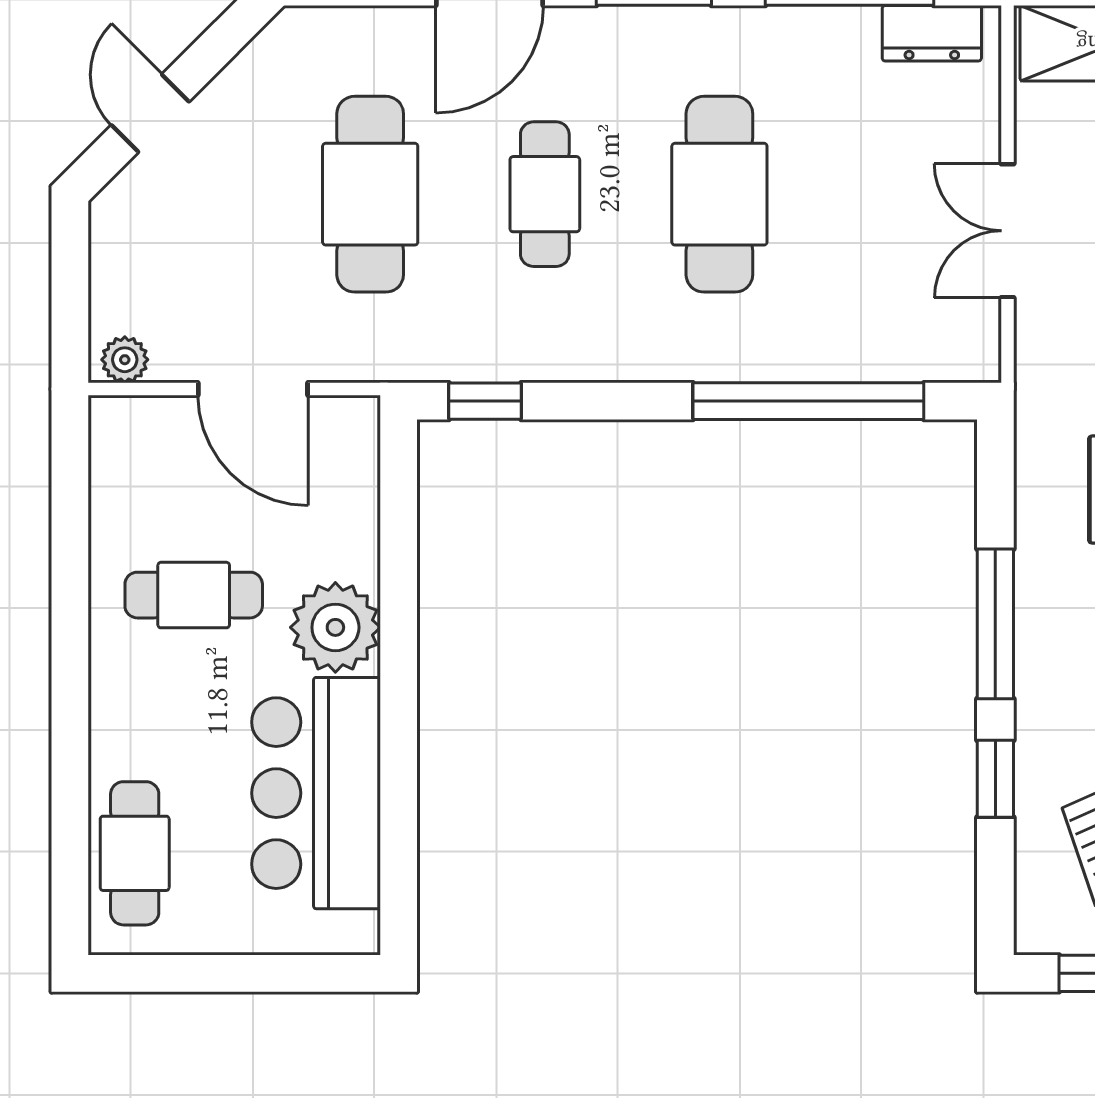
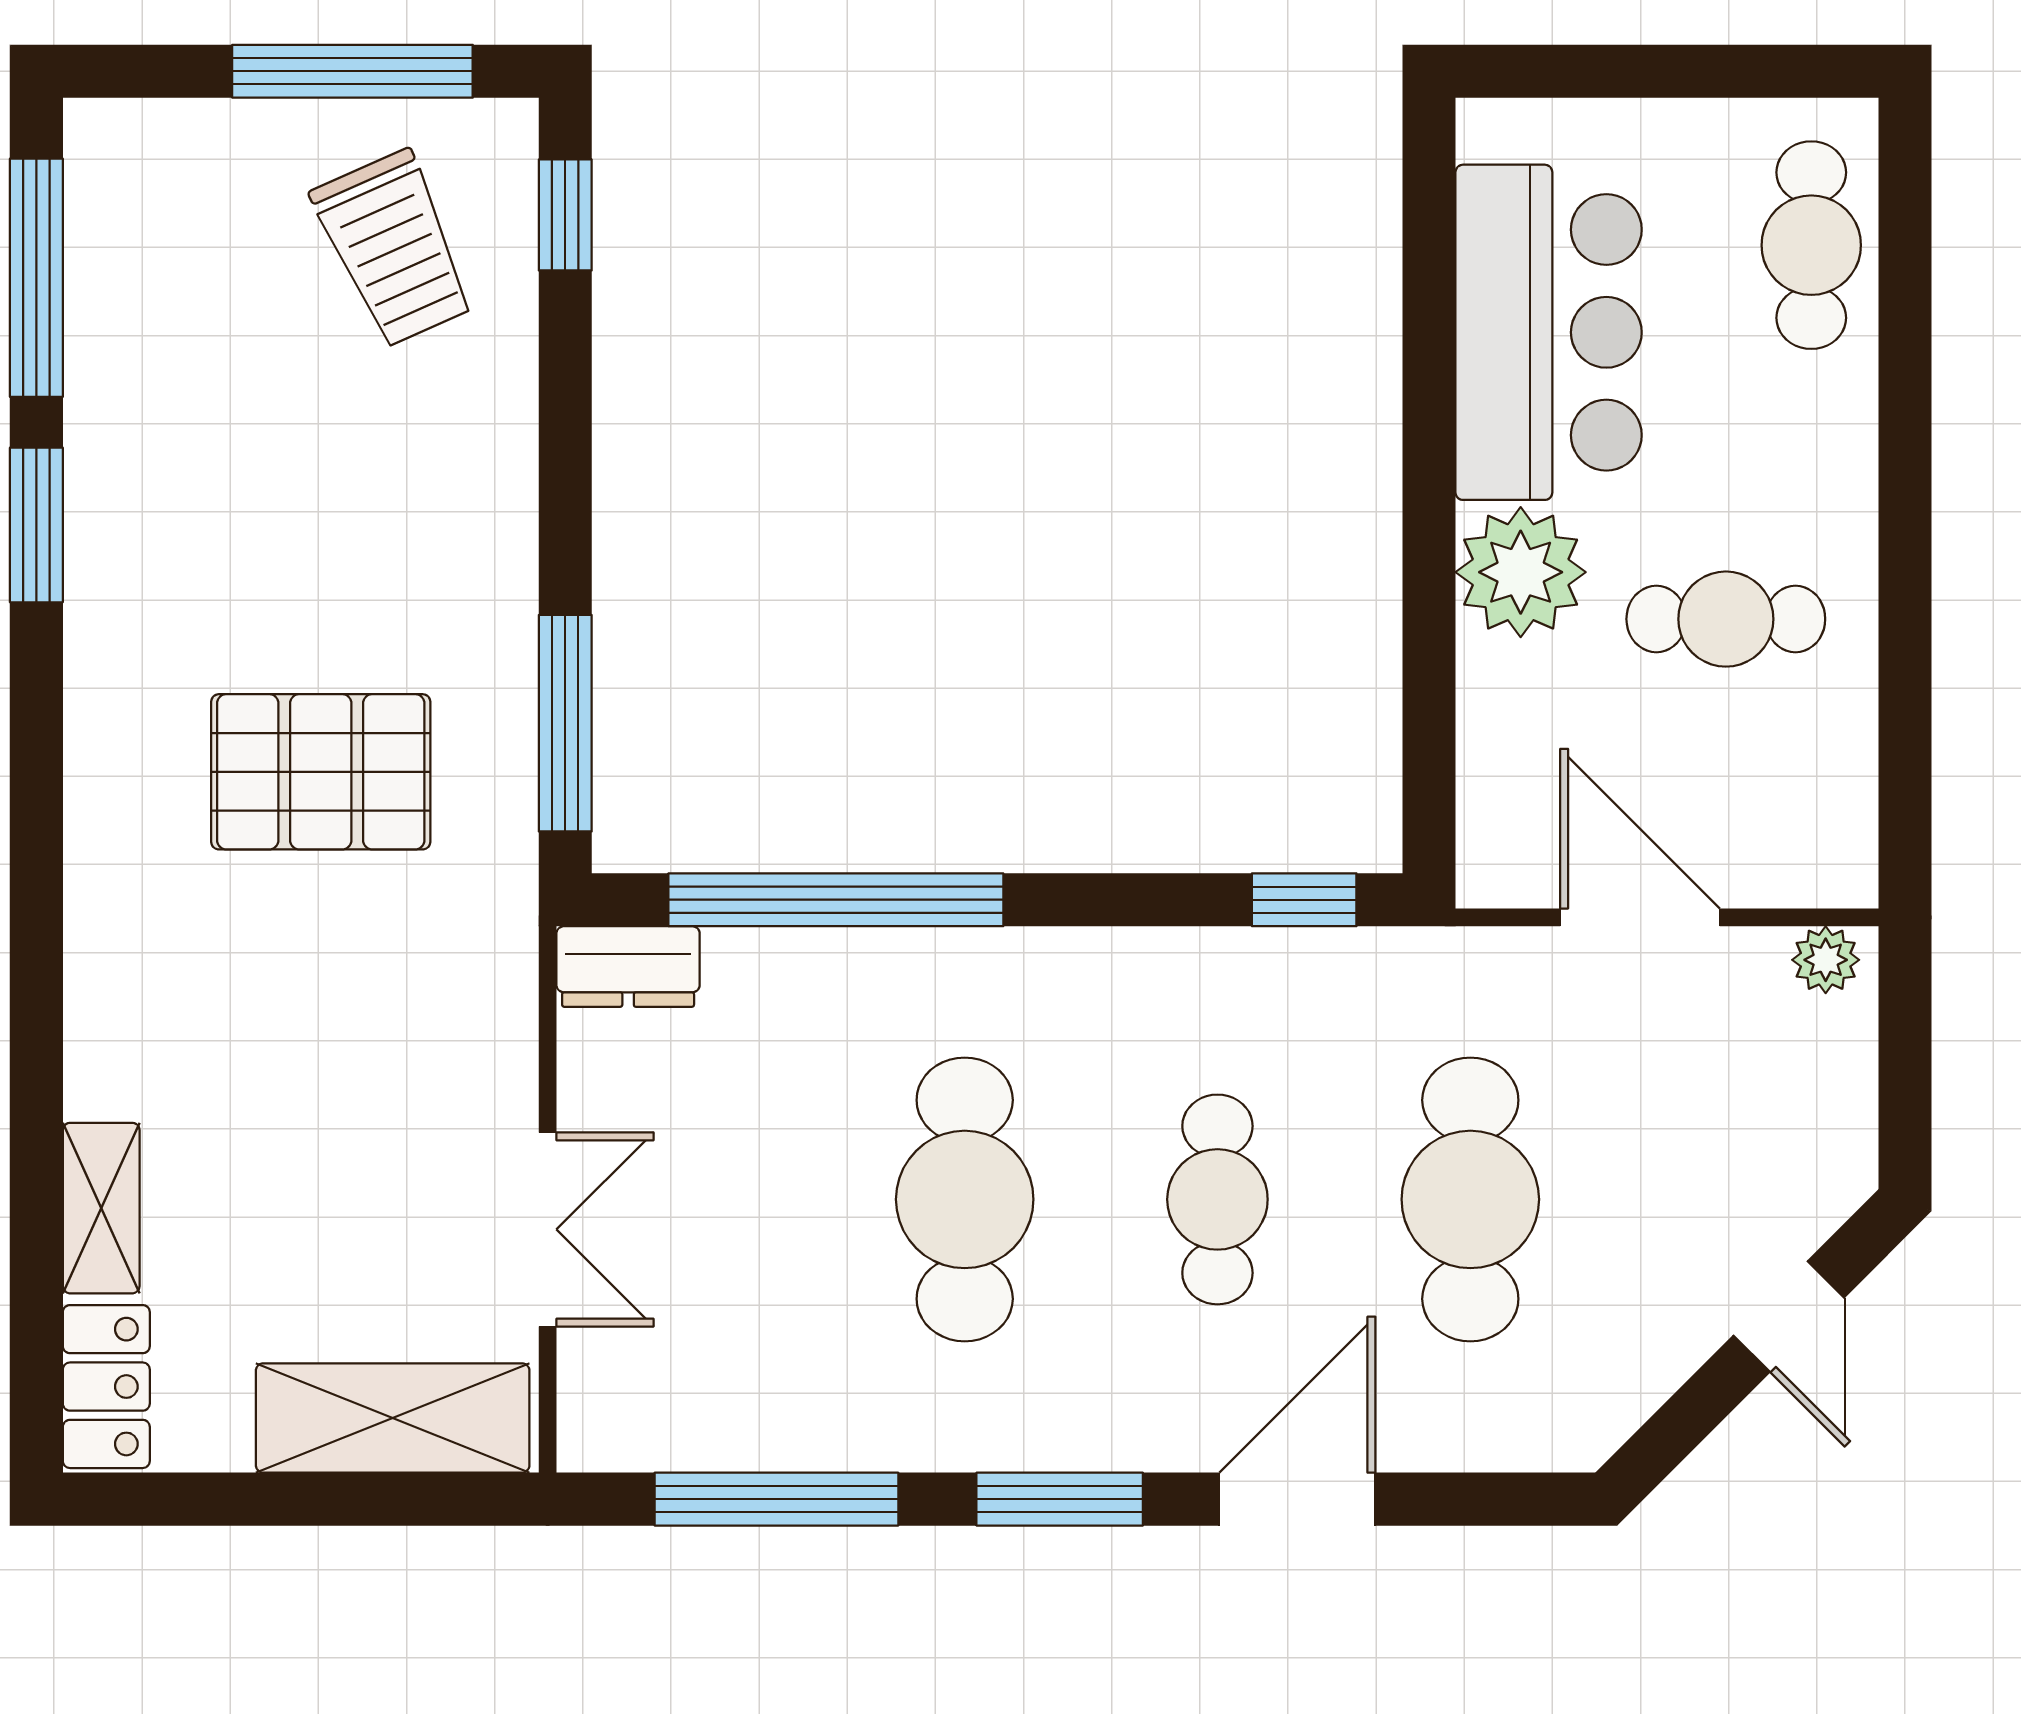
dresser: (932, 33) -> (628, 966), moved, turned 180
double door: (1007, 231) -> (548, 1229), moved
window: (995, 624) -> (565, 723), moved
window: (995, 779) -> (565, 215), moved

